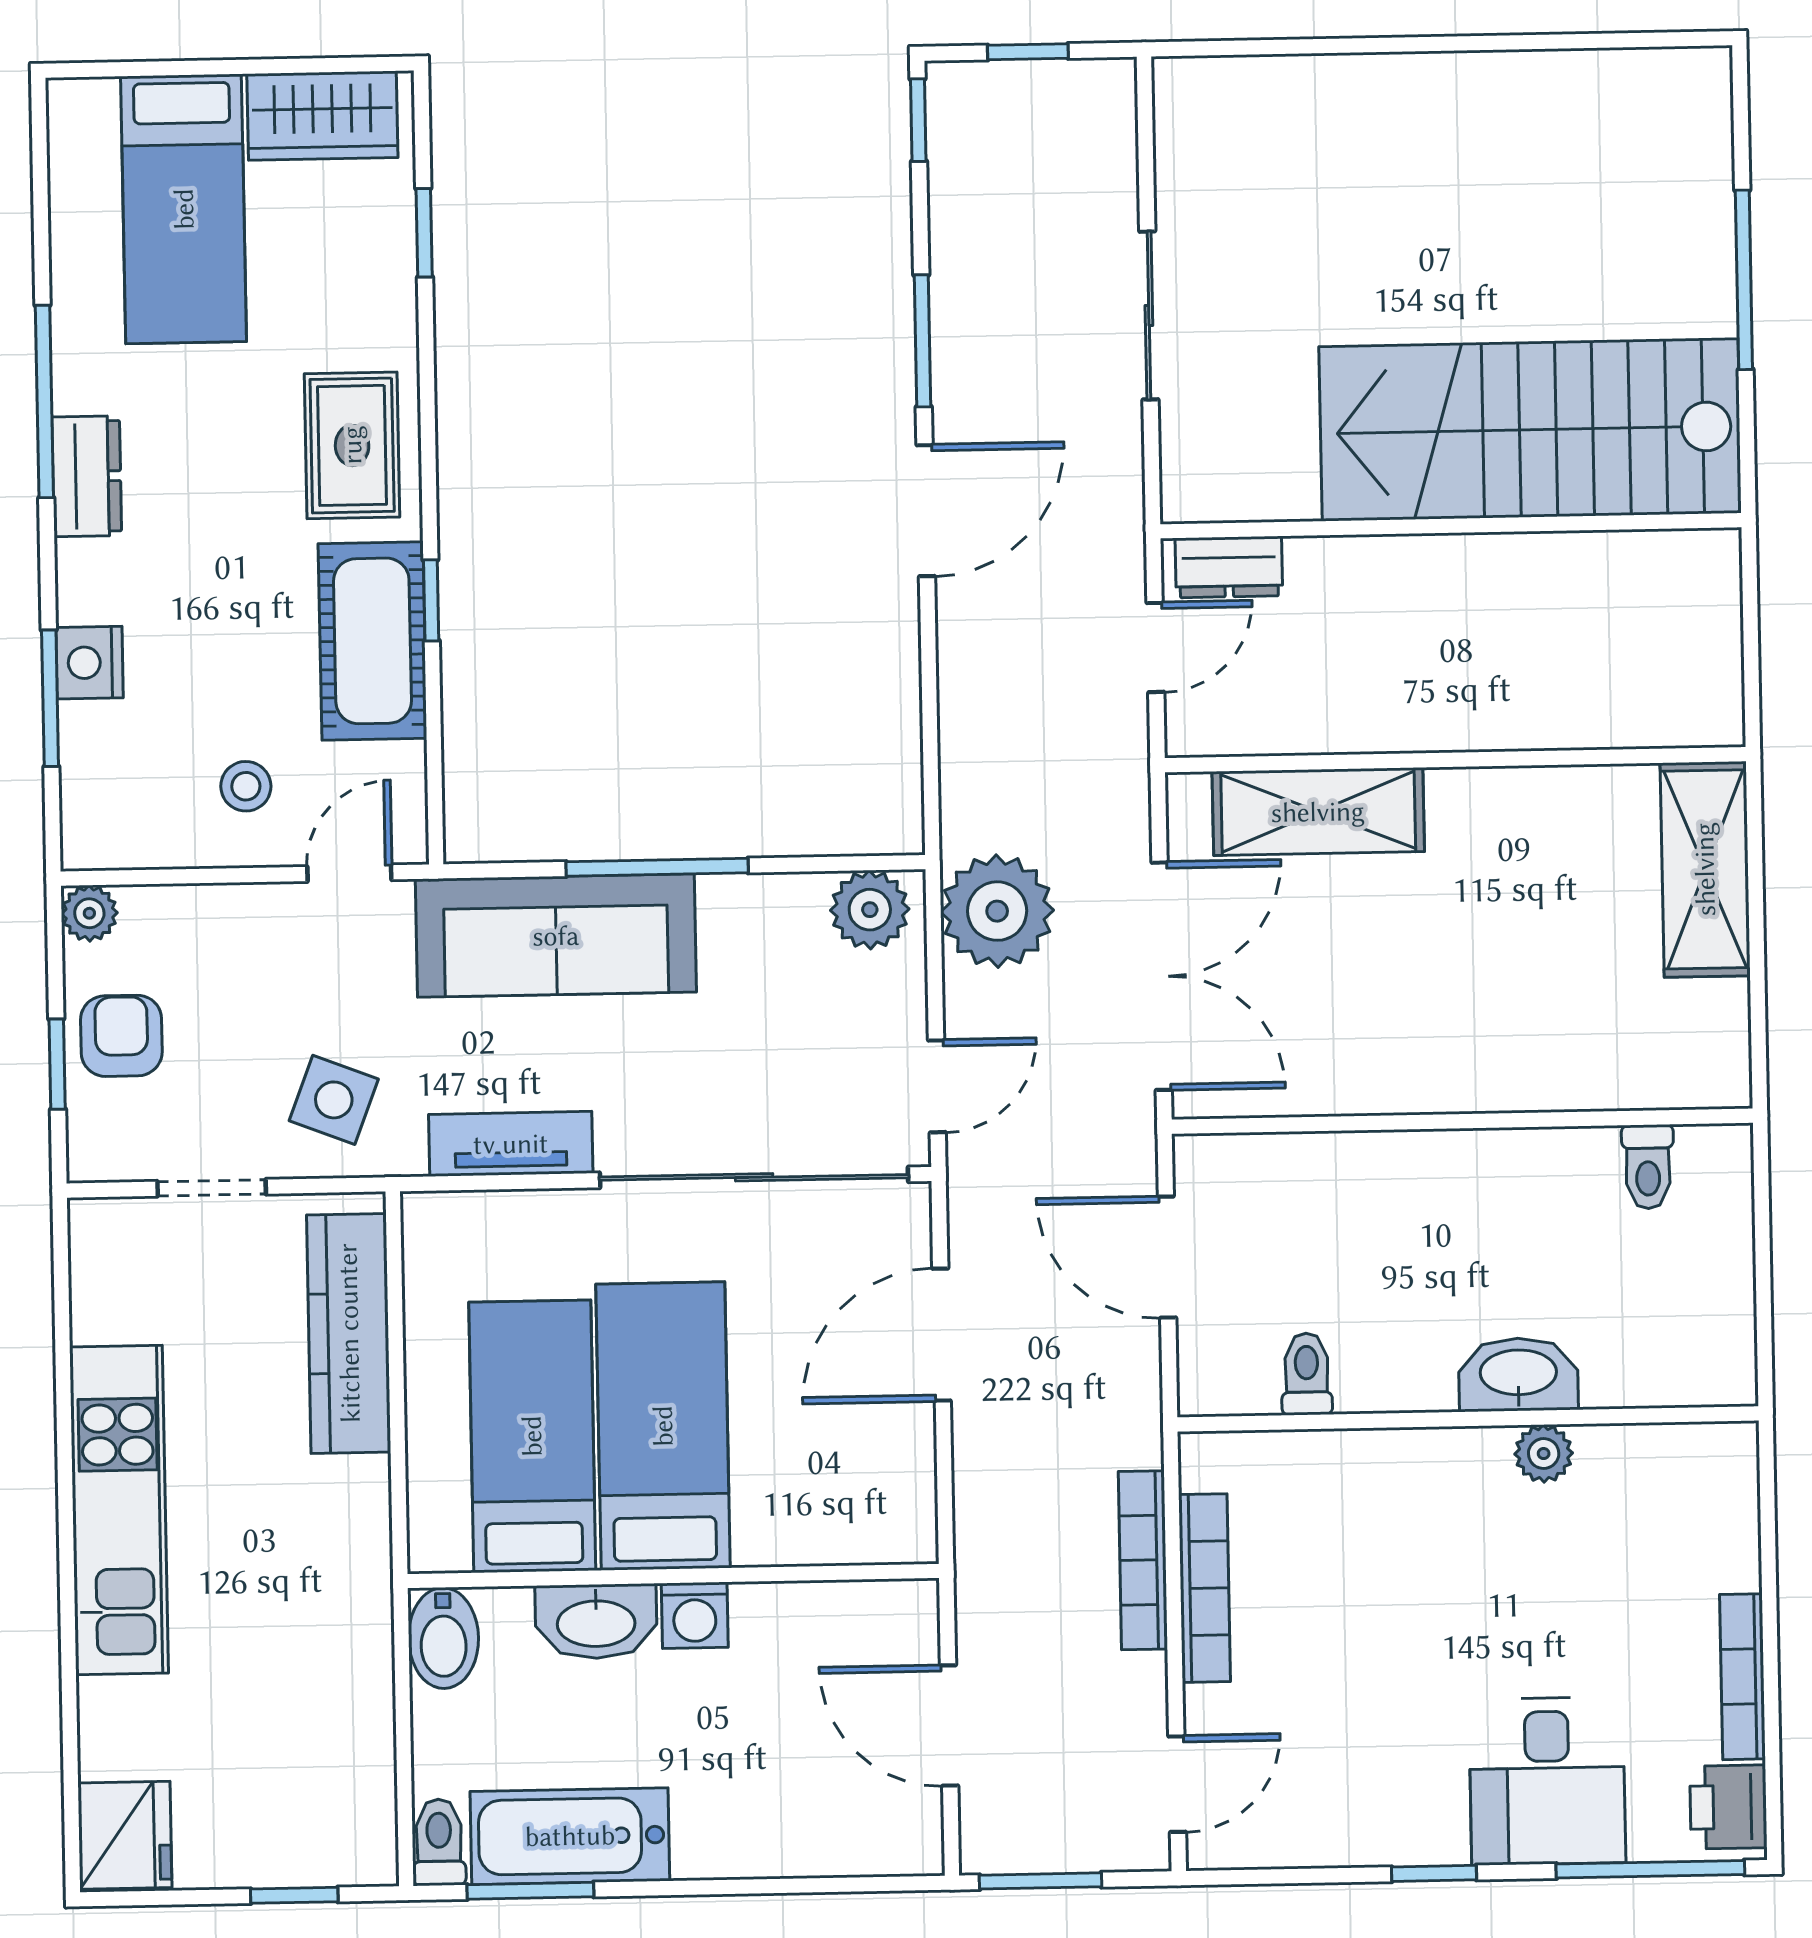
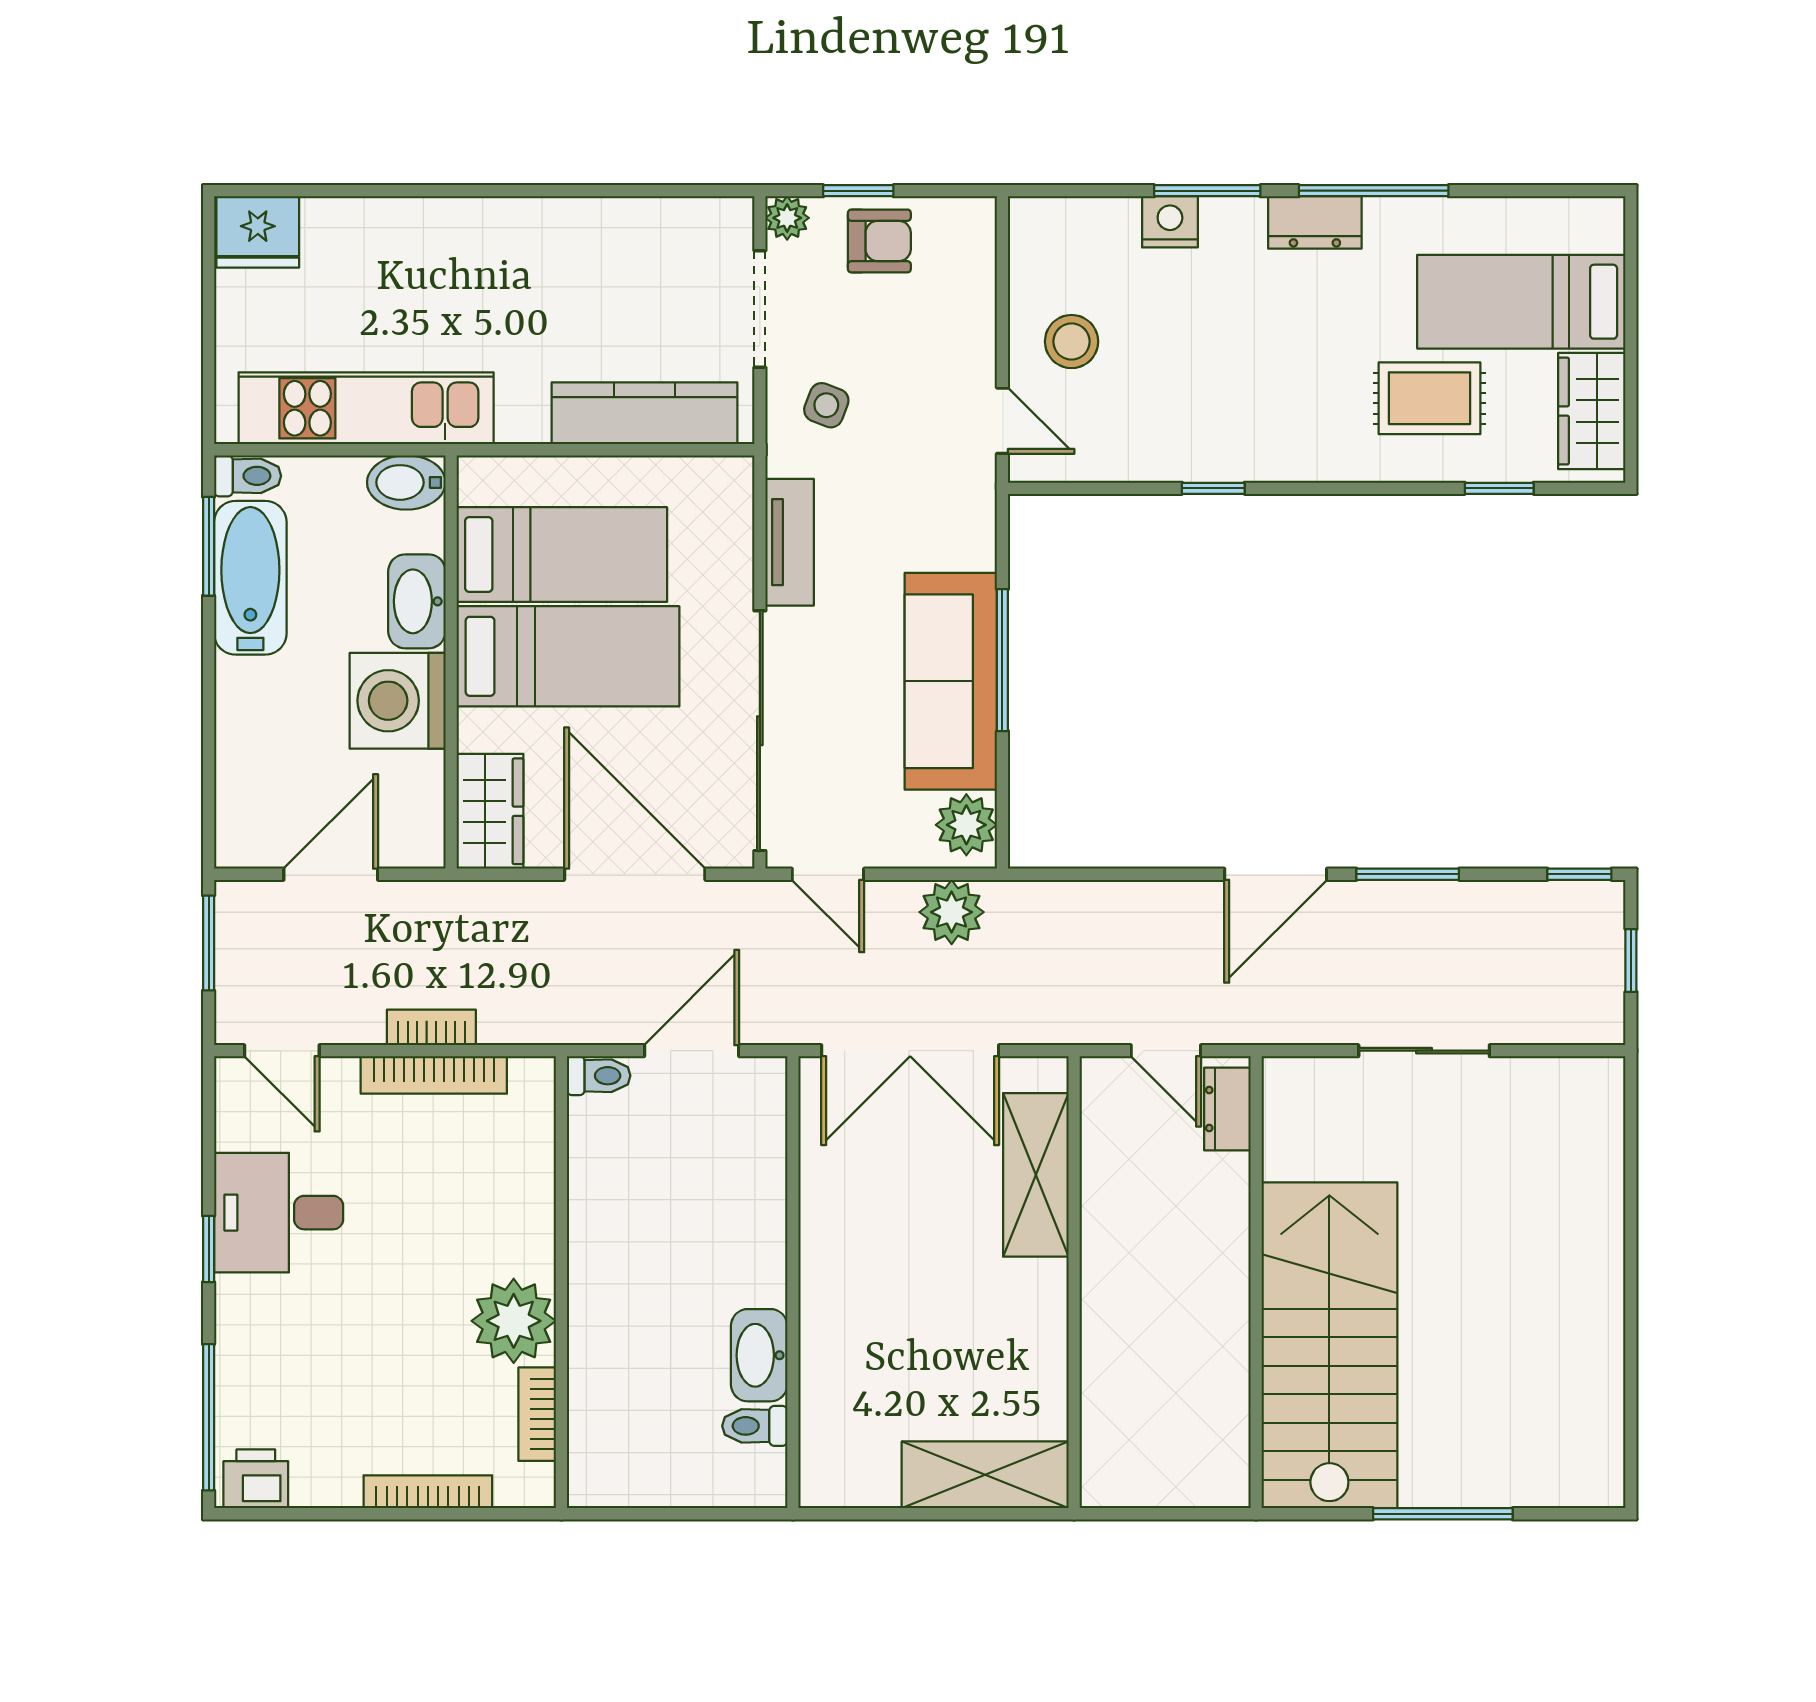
rug: (352, 445) -> (1429, 398), moved
door: (926, 511) -> (1276, 874), hinge flipped
cot: (372, 641) -> (1183, 442), removed
window: (50, 698) -> (1207, 191), moved
stool: (246, 786) -> (1072, 342), width x1.37, depth x1.37
plant: (997, 911) -> (952, 912), width x0.73, depth x0.73
plant: (89, 913) -> (787, 218), moved
sofa: (556, 936) -> (951, 681), moved
side table: (334, 1100) -> (826, 405), width x0.73, depth x0.73
doorway: (212, 1188) -> (760, 309), width x1.38
door: (942, 1335) -> (635, 874), width x1.36
toilet: (1307, 1374) -> (599, 1076), moved
washbasin: (1518, 1375) -> (759, 1355), moved, turned 180
bookcase: (1638, 1447) -> (537, 1414), added
plant: (1544, 1454) -> (514, 1321), width x1.87, depth x1.87
kitchen unit: (119, 1510) -> (366, 408), moved, turned 180
wardrobe: (864, 1522) -> (490, 811), added
bookcase: (1143, 1560) -> (431, 1027), width x0.64
washing machine: (695, 1615) -> (398, 701), width x1.89, depth x1.89
bookcase: (1742, 1677) -> (428, 1492), moved
desk: (1547, 1781) -> (279, 1213), moved
window: (294, 1895) -> (209, 363), removed

